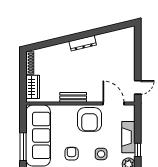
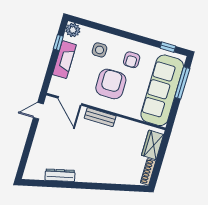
dresser: (83, 43) -> (60, 175), moved
bench: (73, 97) -> (100, 117), moved
armchair: (89, 119) -> (111, 84), moved

